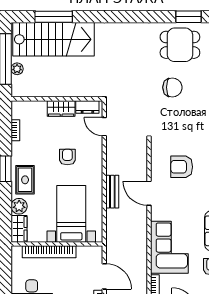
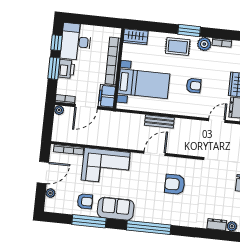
armchair: (182, 167) -> (175, 184), turned -90
plant: (19, 206) -> (204, 44), moved
filing cabinet: (90, 254) -> (107, 96), added

